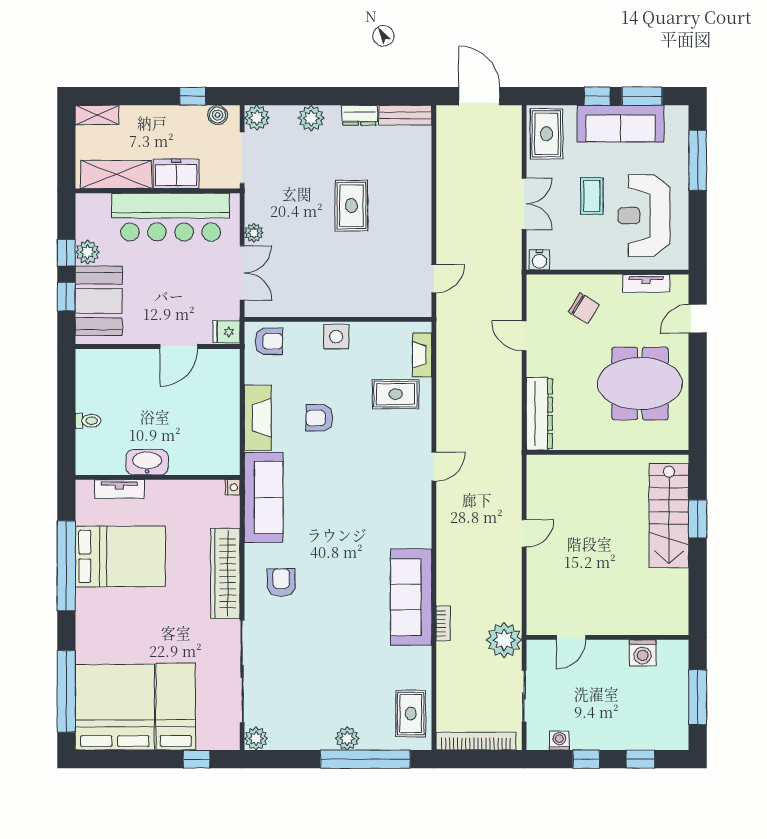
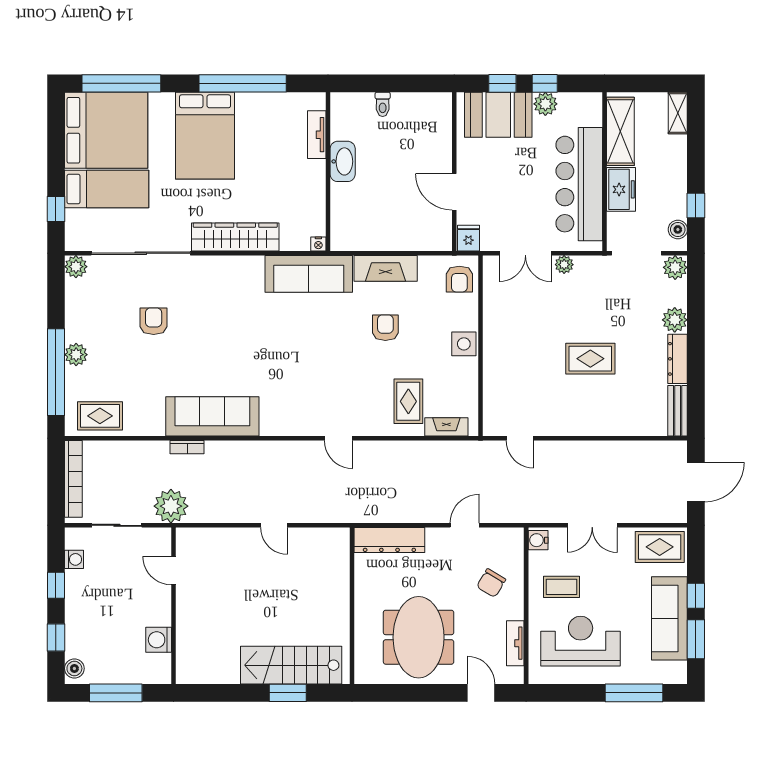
dresser: (359, 115) -> (678, 359), width x1.44
coffee table: (592, 196) -> (561, 587), moved
bed: (120, 556) -> (205, 136), moved
armchair: (281, 582) -> (154, 321), moved, turned -90
boiler: (672, 740) -> (74, 668), added

